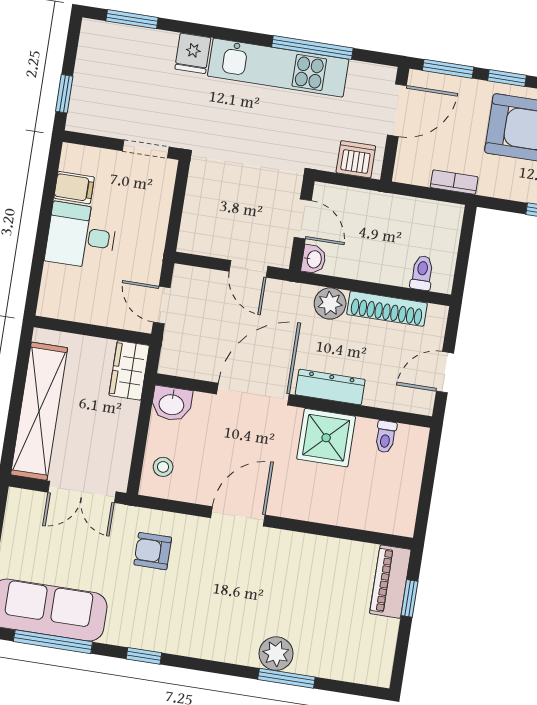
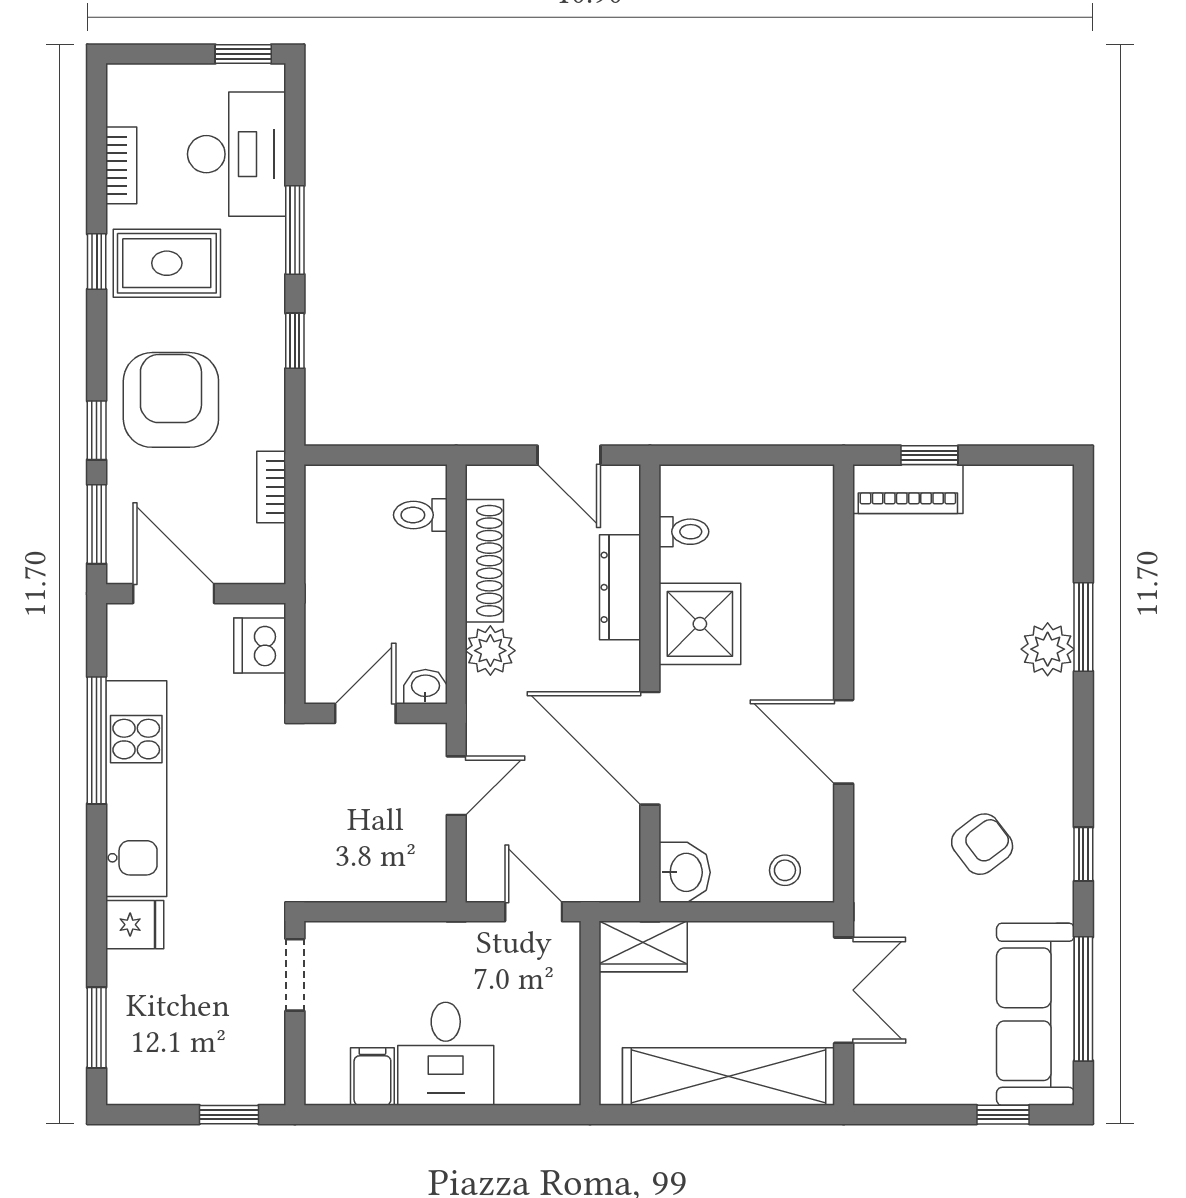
door: (162, 305) -> (534, 912), swing flipped
dresser: (330, 387) -> (620, 587), moved
armchair: (153, 551) -> (982, 844), moved, turned -127

